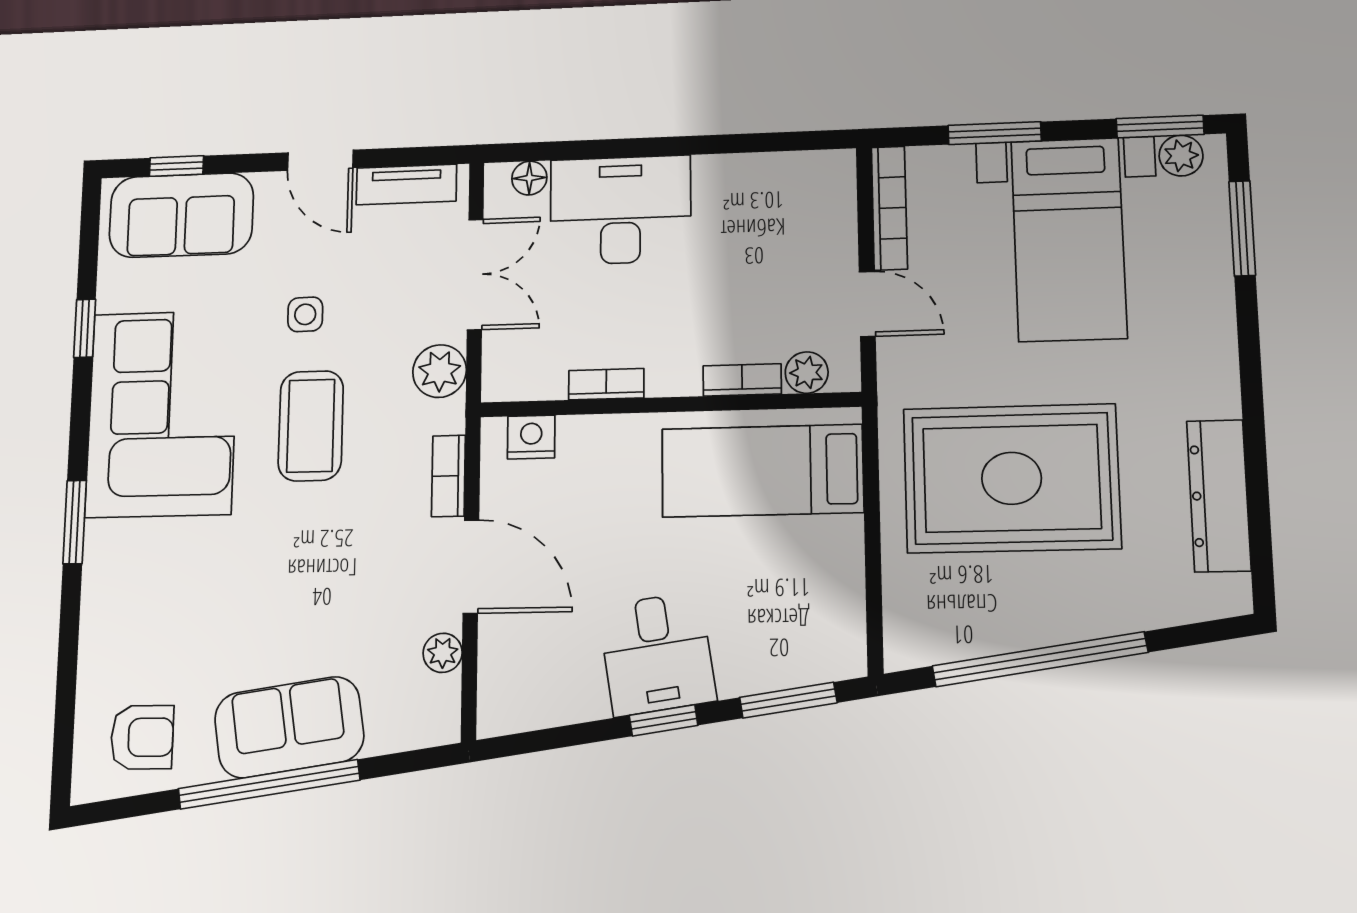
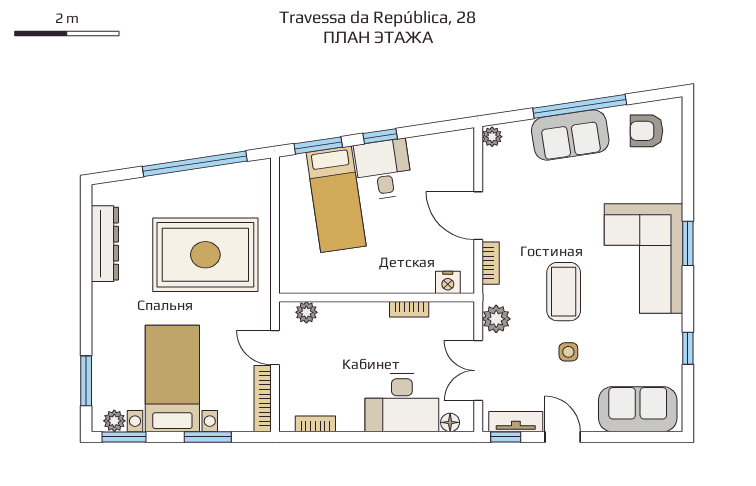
window: (177, 166) -> (506, 437), moved
bookcase: (742, 380) -> (315, 424), moved, turned 180
corner sofa: (162, 413) -> (644, 259), moved
bed: (762, 471) -> (336, 199), moved, turned 82
plant: (443, 653) -> (492, 137), moved

